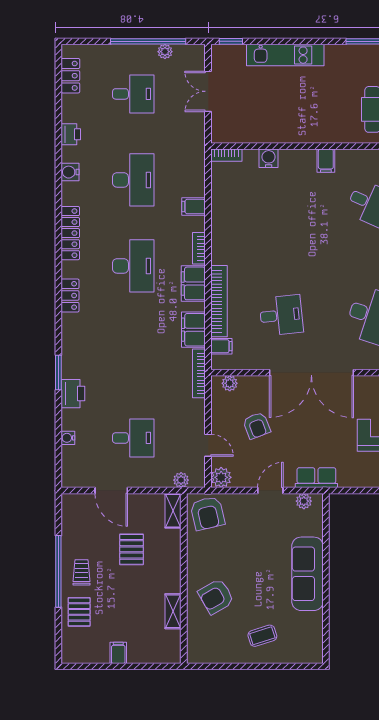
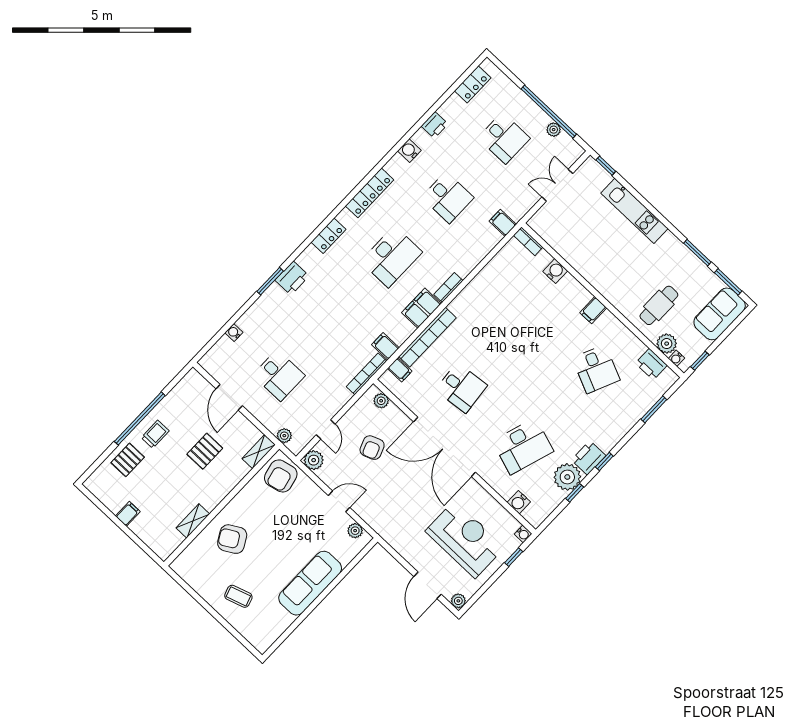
desk: (133, 180) -> (448, 197), width x0.73
filing cabinet: (194, 207) -> (503, 223), moved
filing cabinet: (193, 330) -> (385, 346), width x0.50
printer: (73, 394) -> (292, 278), moved
row of seats: (316, 478) -> (379, 523), removed

